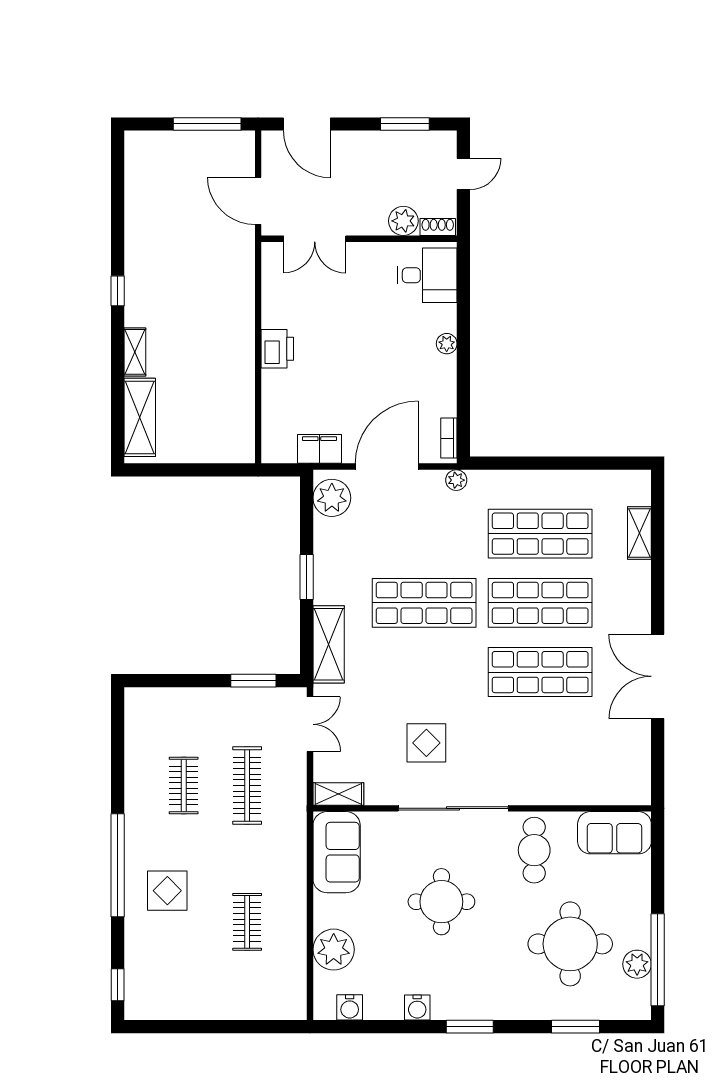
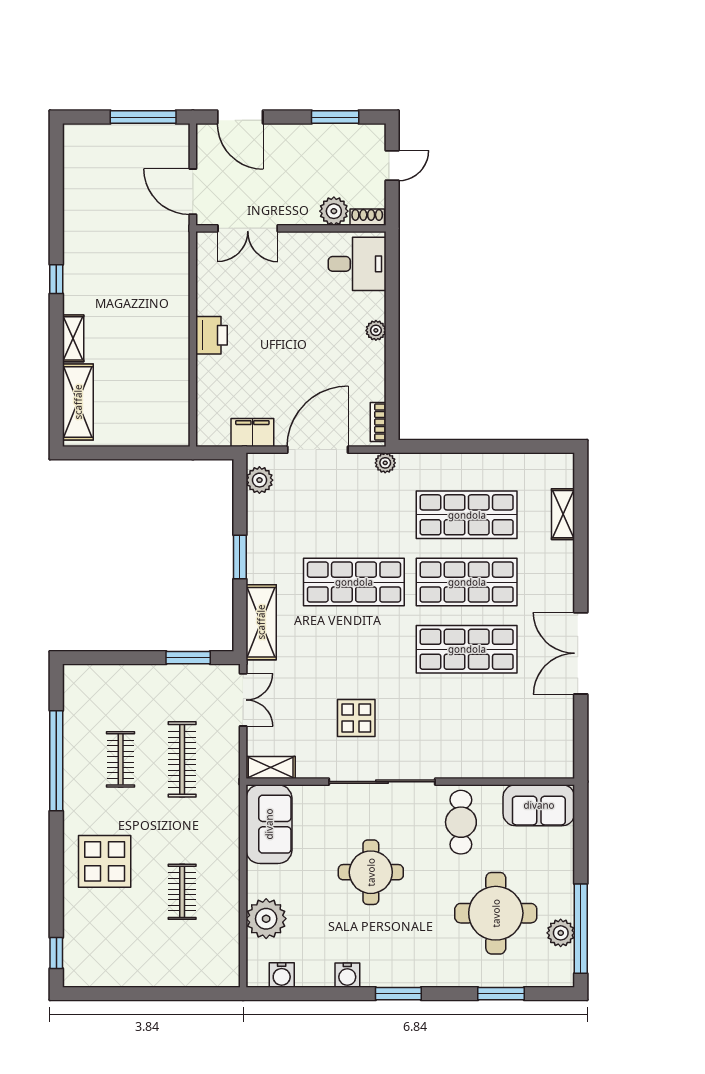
plant: (332, 498) -> (259, 480), width x0.73, depth x0.73
window: (118, 865) -> (56, 761), moved
display table: (167, 891) -> (105, 861), width x1.36, depth x1.36

